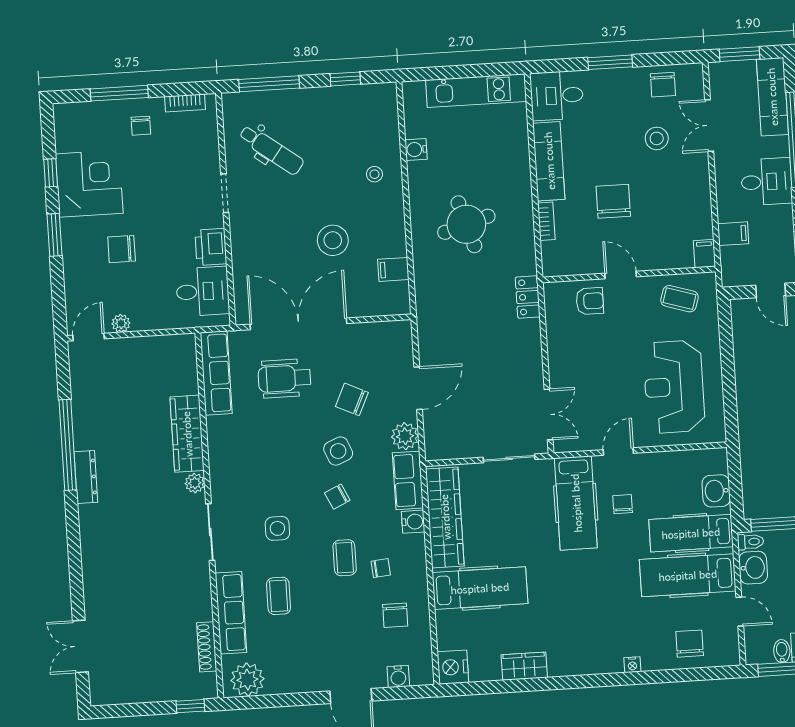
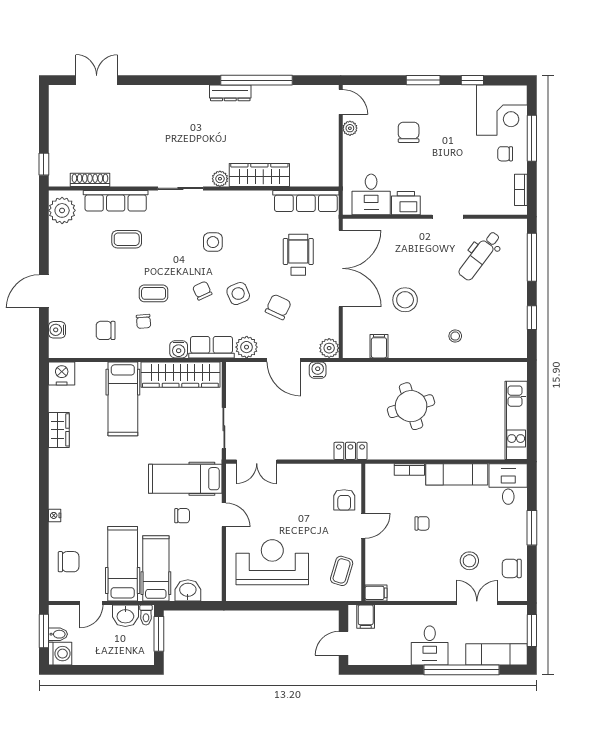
water cooler: (416, 149) -> (318, 370), moved
corner desk: (89, 184) -> (502, 110), moved
chair: (613, 201) -> (422, 523), width x0.54, depth x0.54
filing cabinet: (733, 234) -> (366, 617), moved
plant: (400, 332) -> (329, 348), added
side table: (277, 528) -> (213, 242), moved

